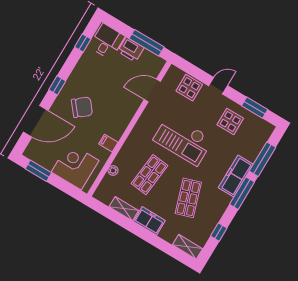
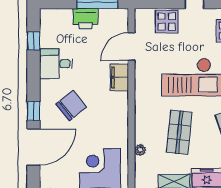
desk: (107, 41) -> (56, 64), moved, turned -90
window: (57, 85) -> (34, 111), moved
filing cabinet: (108, 143) -> (119, 77), moved, width x2.00

